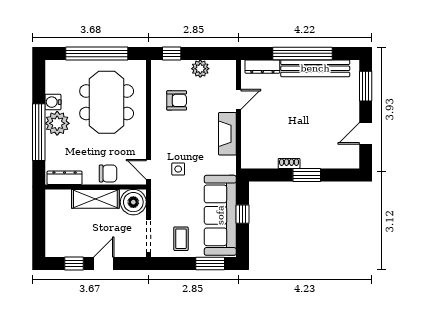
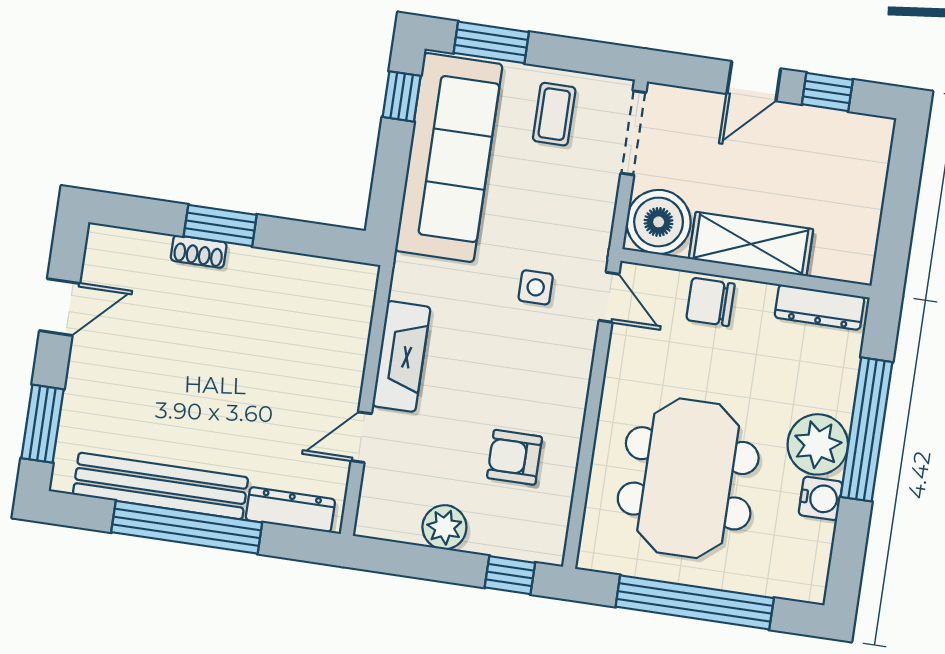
shoe rack: (289, 164) -> (199, 251), moved
window: (242, 214) -> (402, 96), moved

